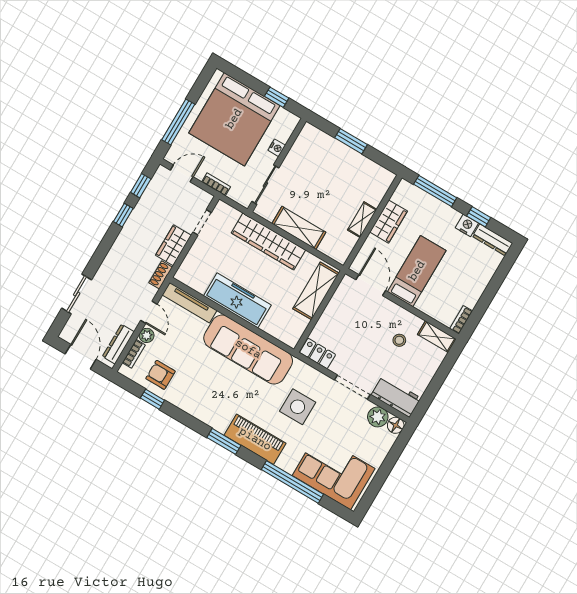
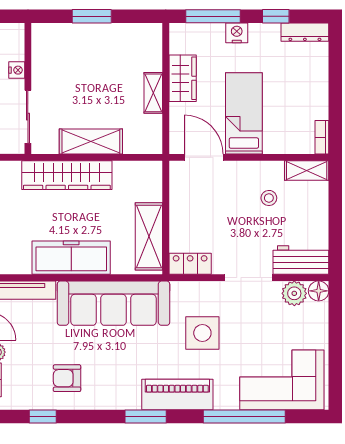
nightstand: (467, 225) -> (237, 33), moved
shelving: (316, 291) -> (149, 236), moved
armchair: (160, 375) -> (67, 378), moved

